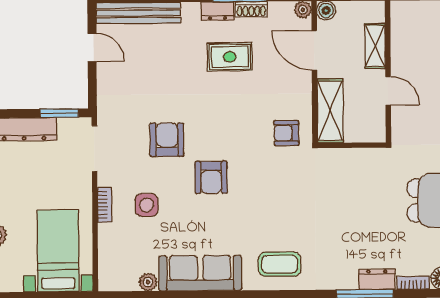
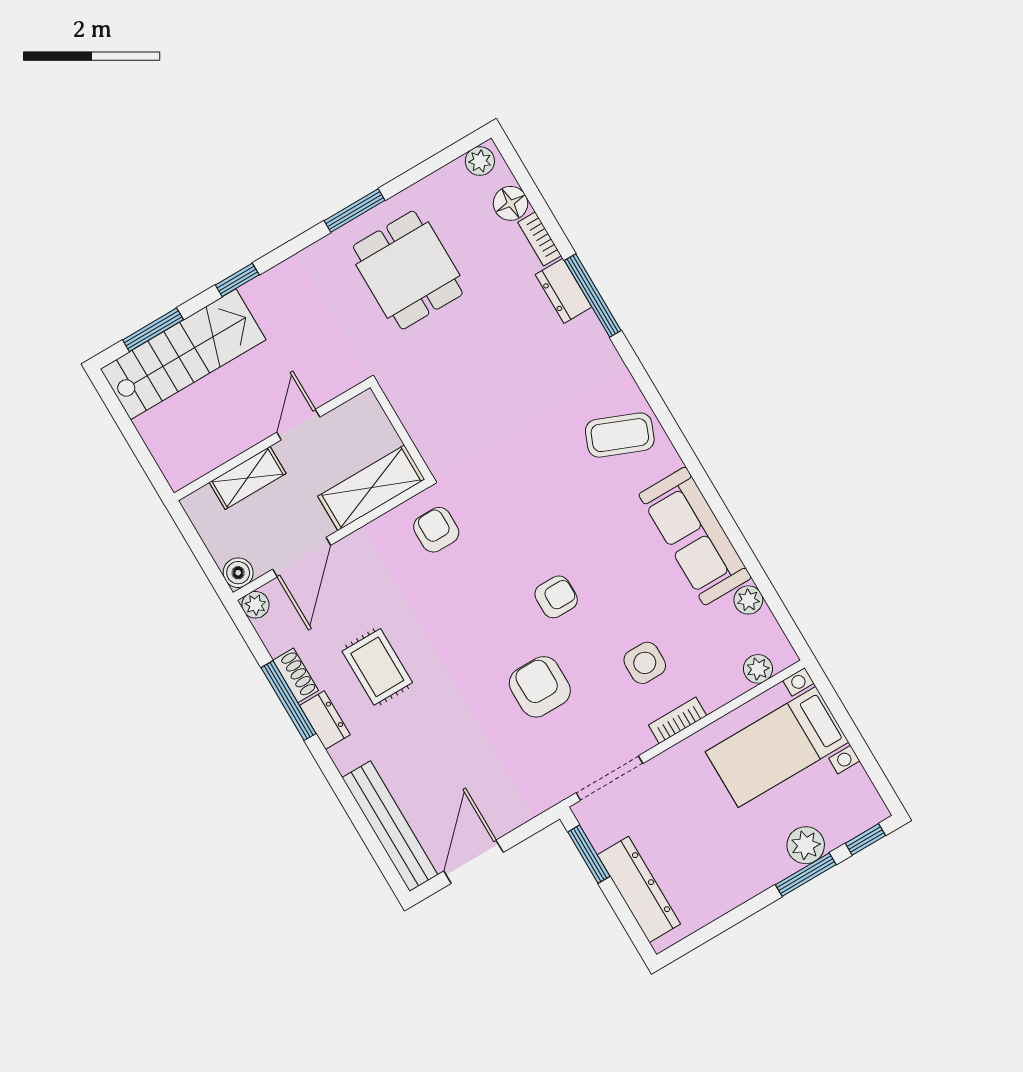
door: (92, 48) -> (474, 862), width x1.38
armchair: (286, 133) -> (436, 530), turned 180
armchair: (167, 140) -> (540, 687), turned 90
armchair: (211, 177) -> (556, 597), width x0.72, depth x0.72
coffee table: (280, 264) -> (620, 435), turned -68
plant: (107, 265) -> (758, 669), added

